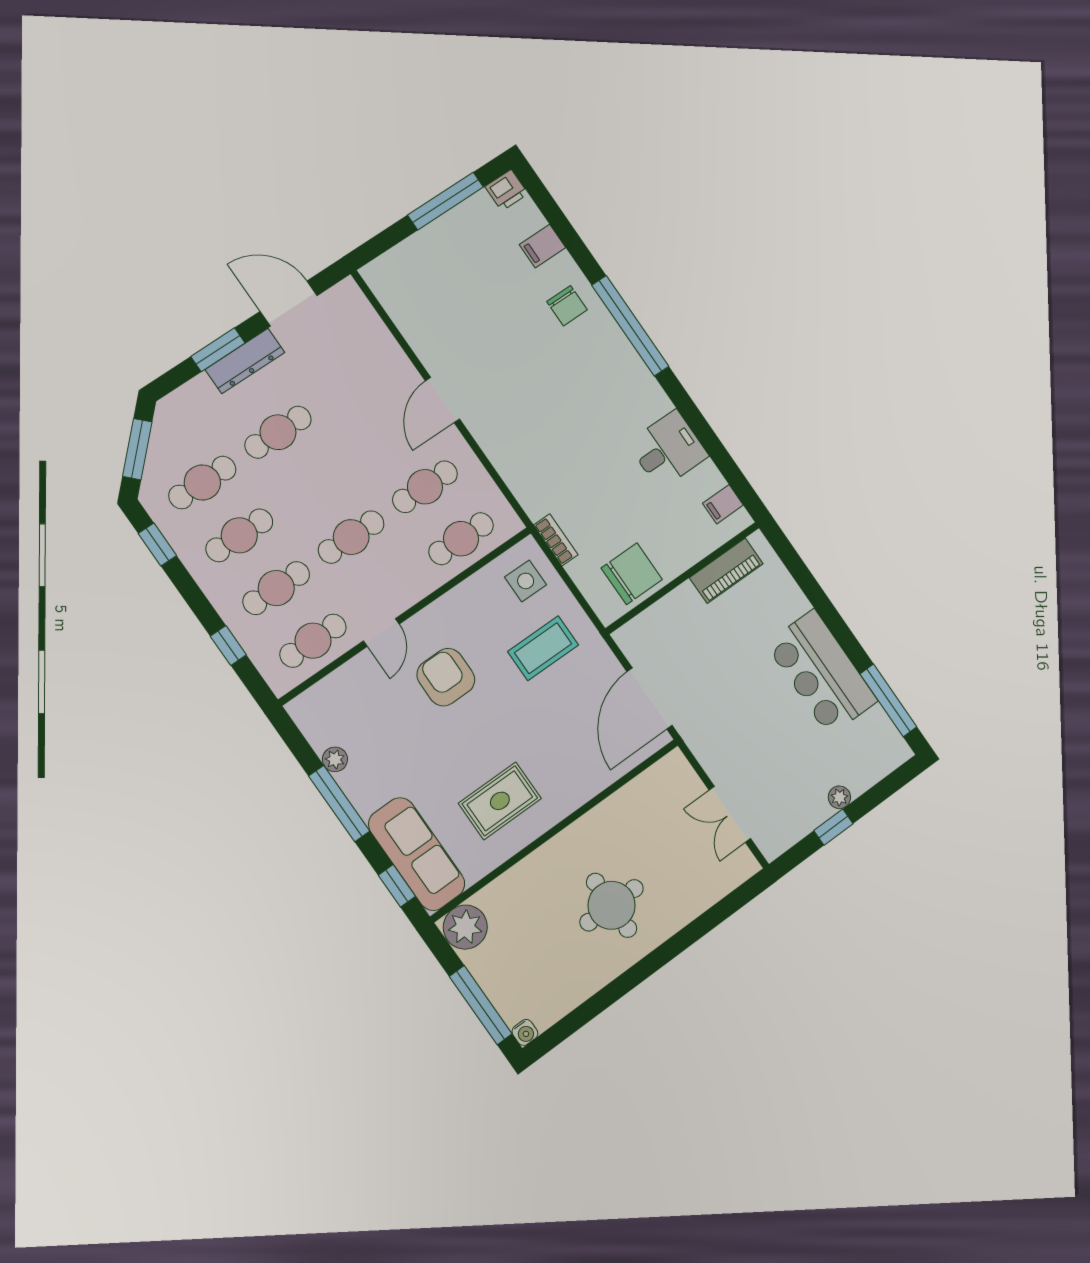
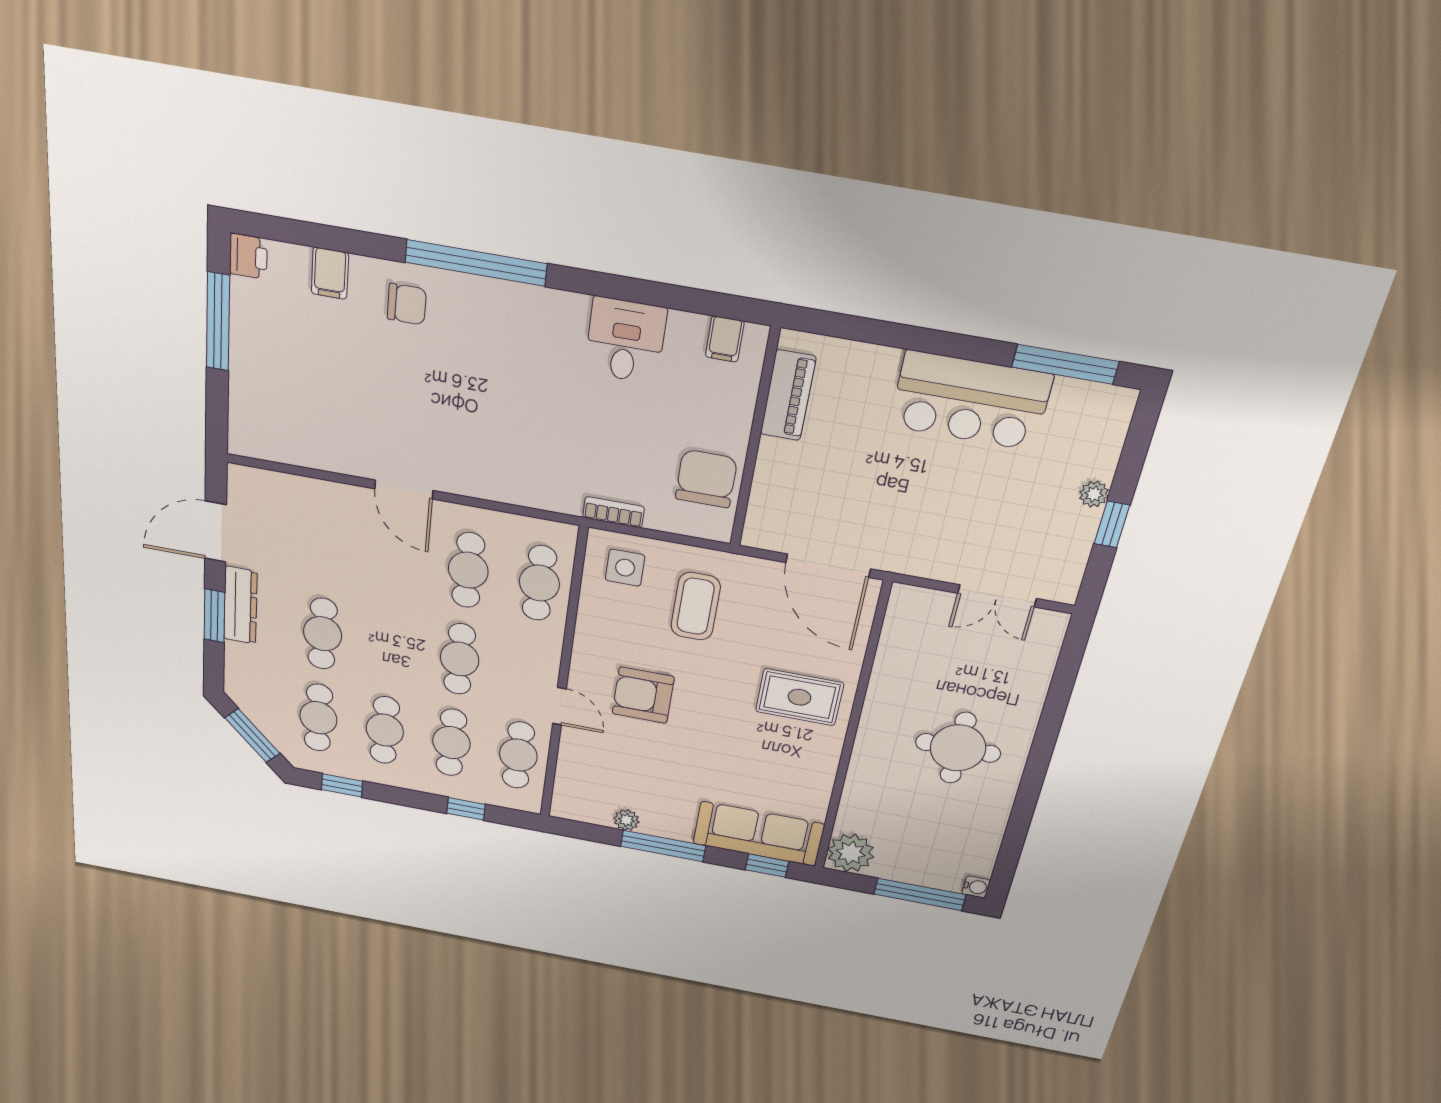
rug: (500, 801) -> (799, 697), moved, turned 90

